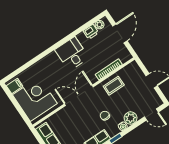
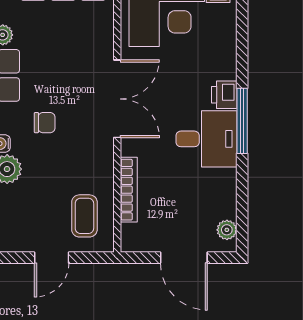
printer: (91, 32) -> (224, 95), moved
window: (57, 45) -> (242, 121), added
coffee table: (114, 86) -> (84, 216), moved

